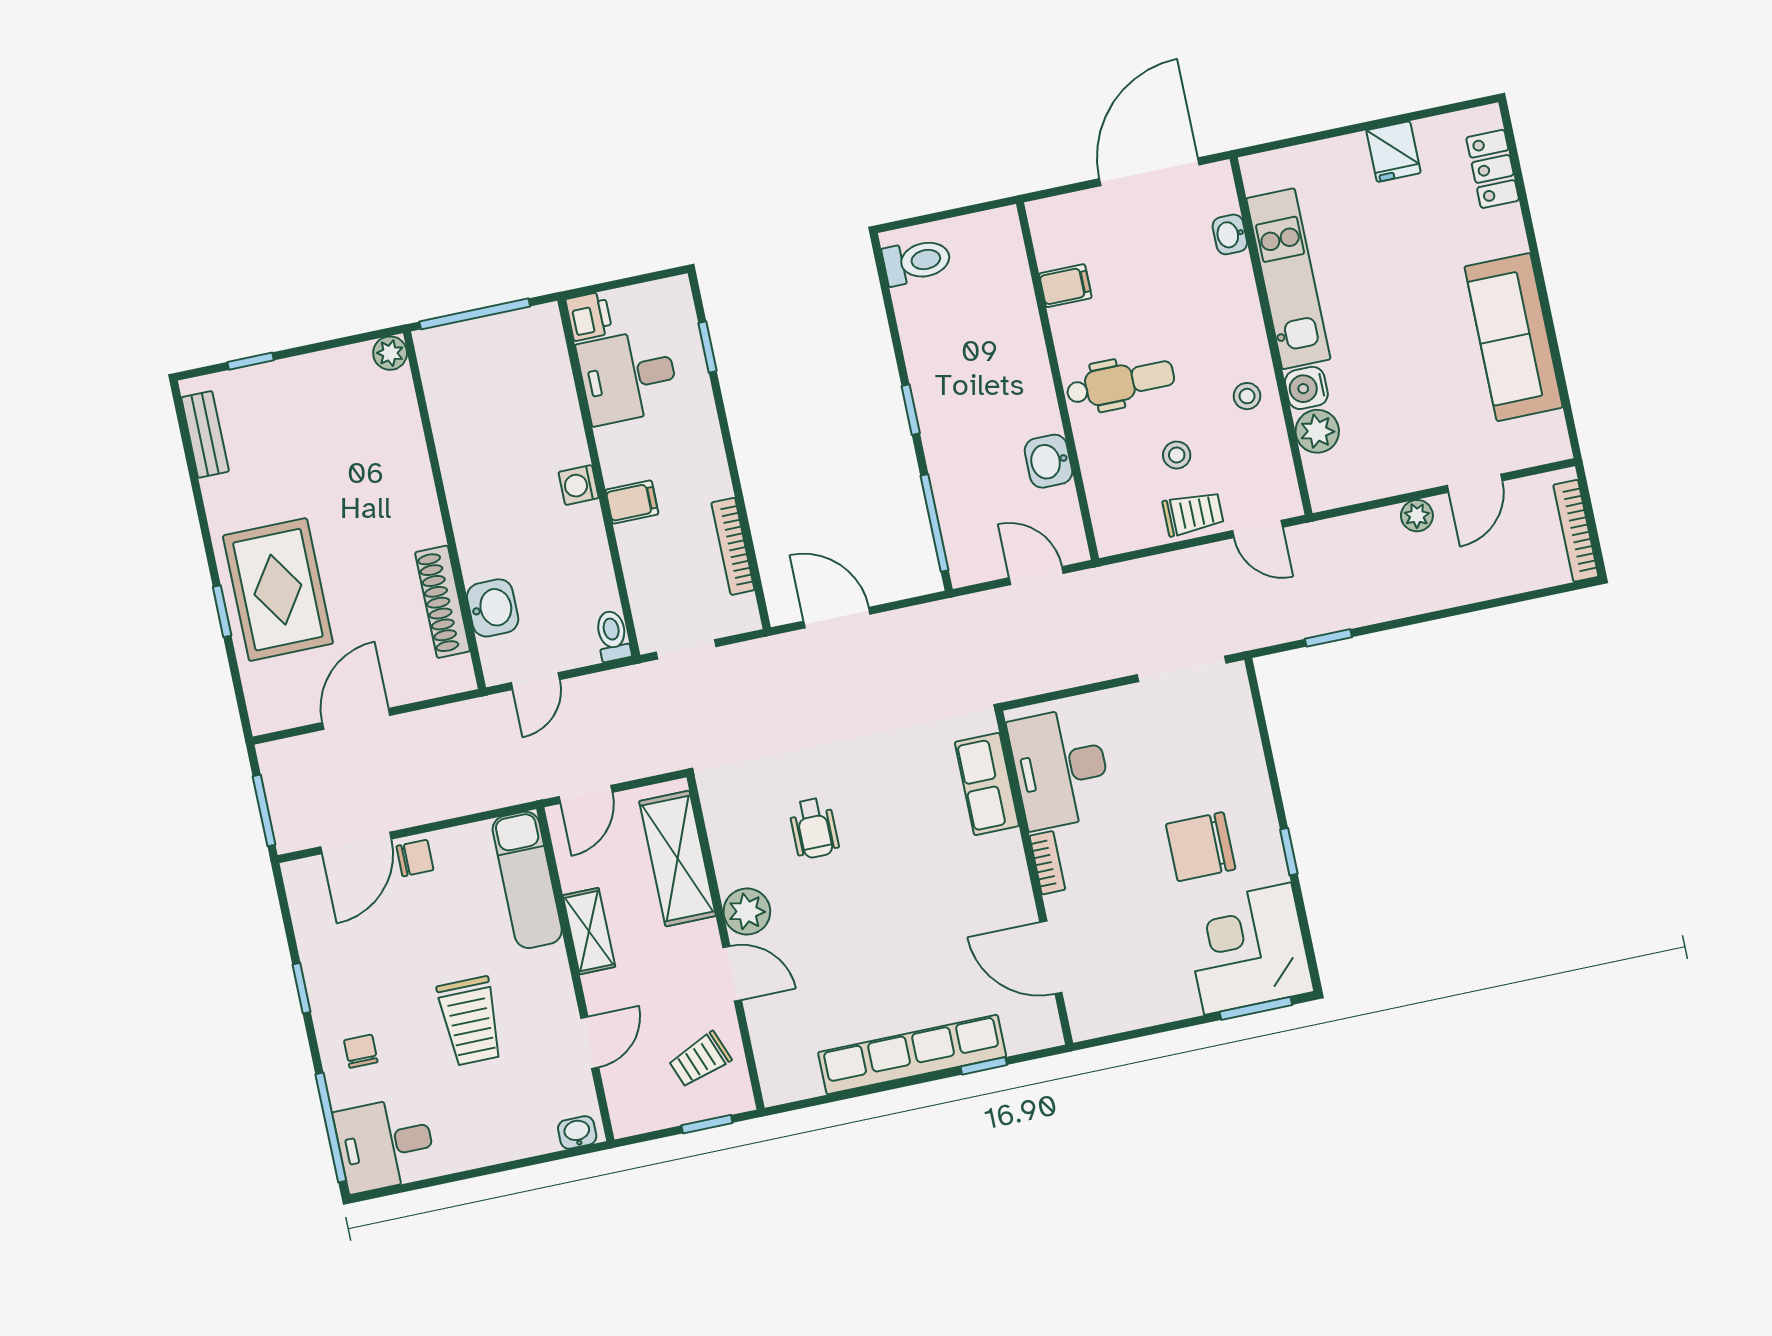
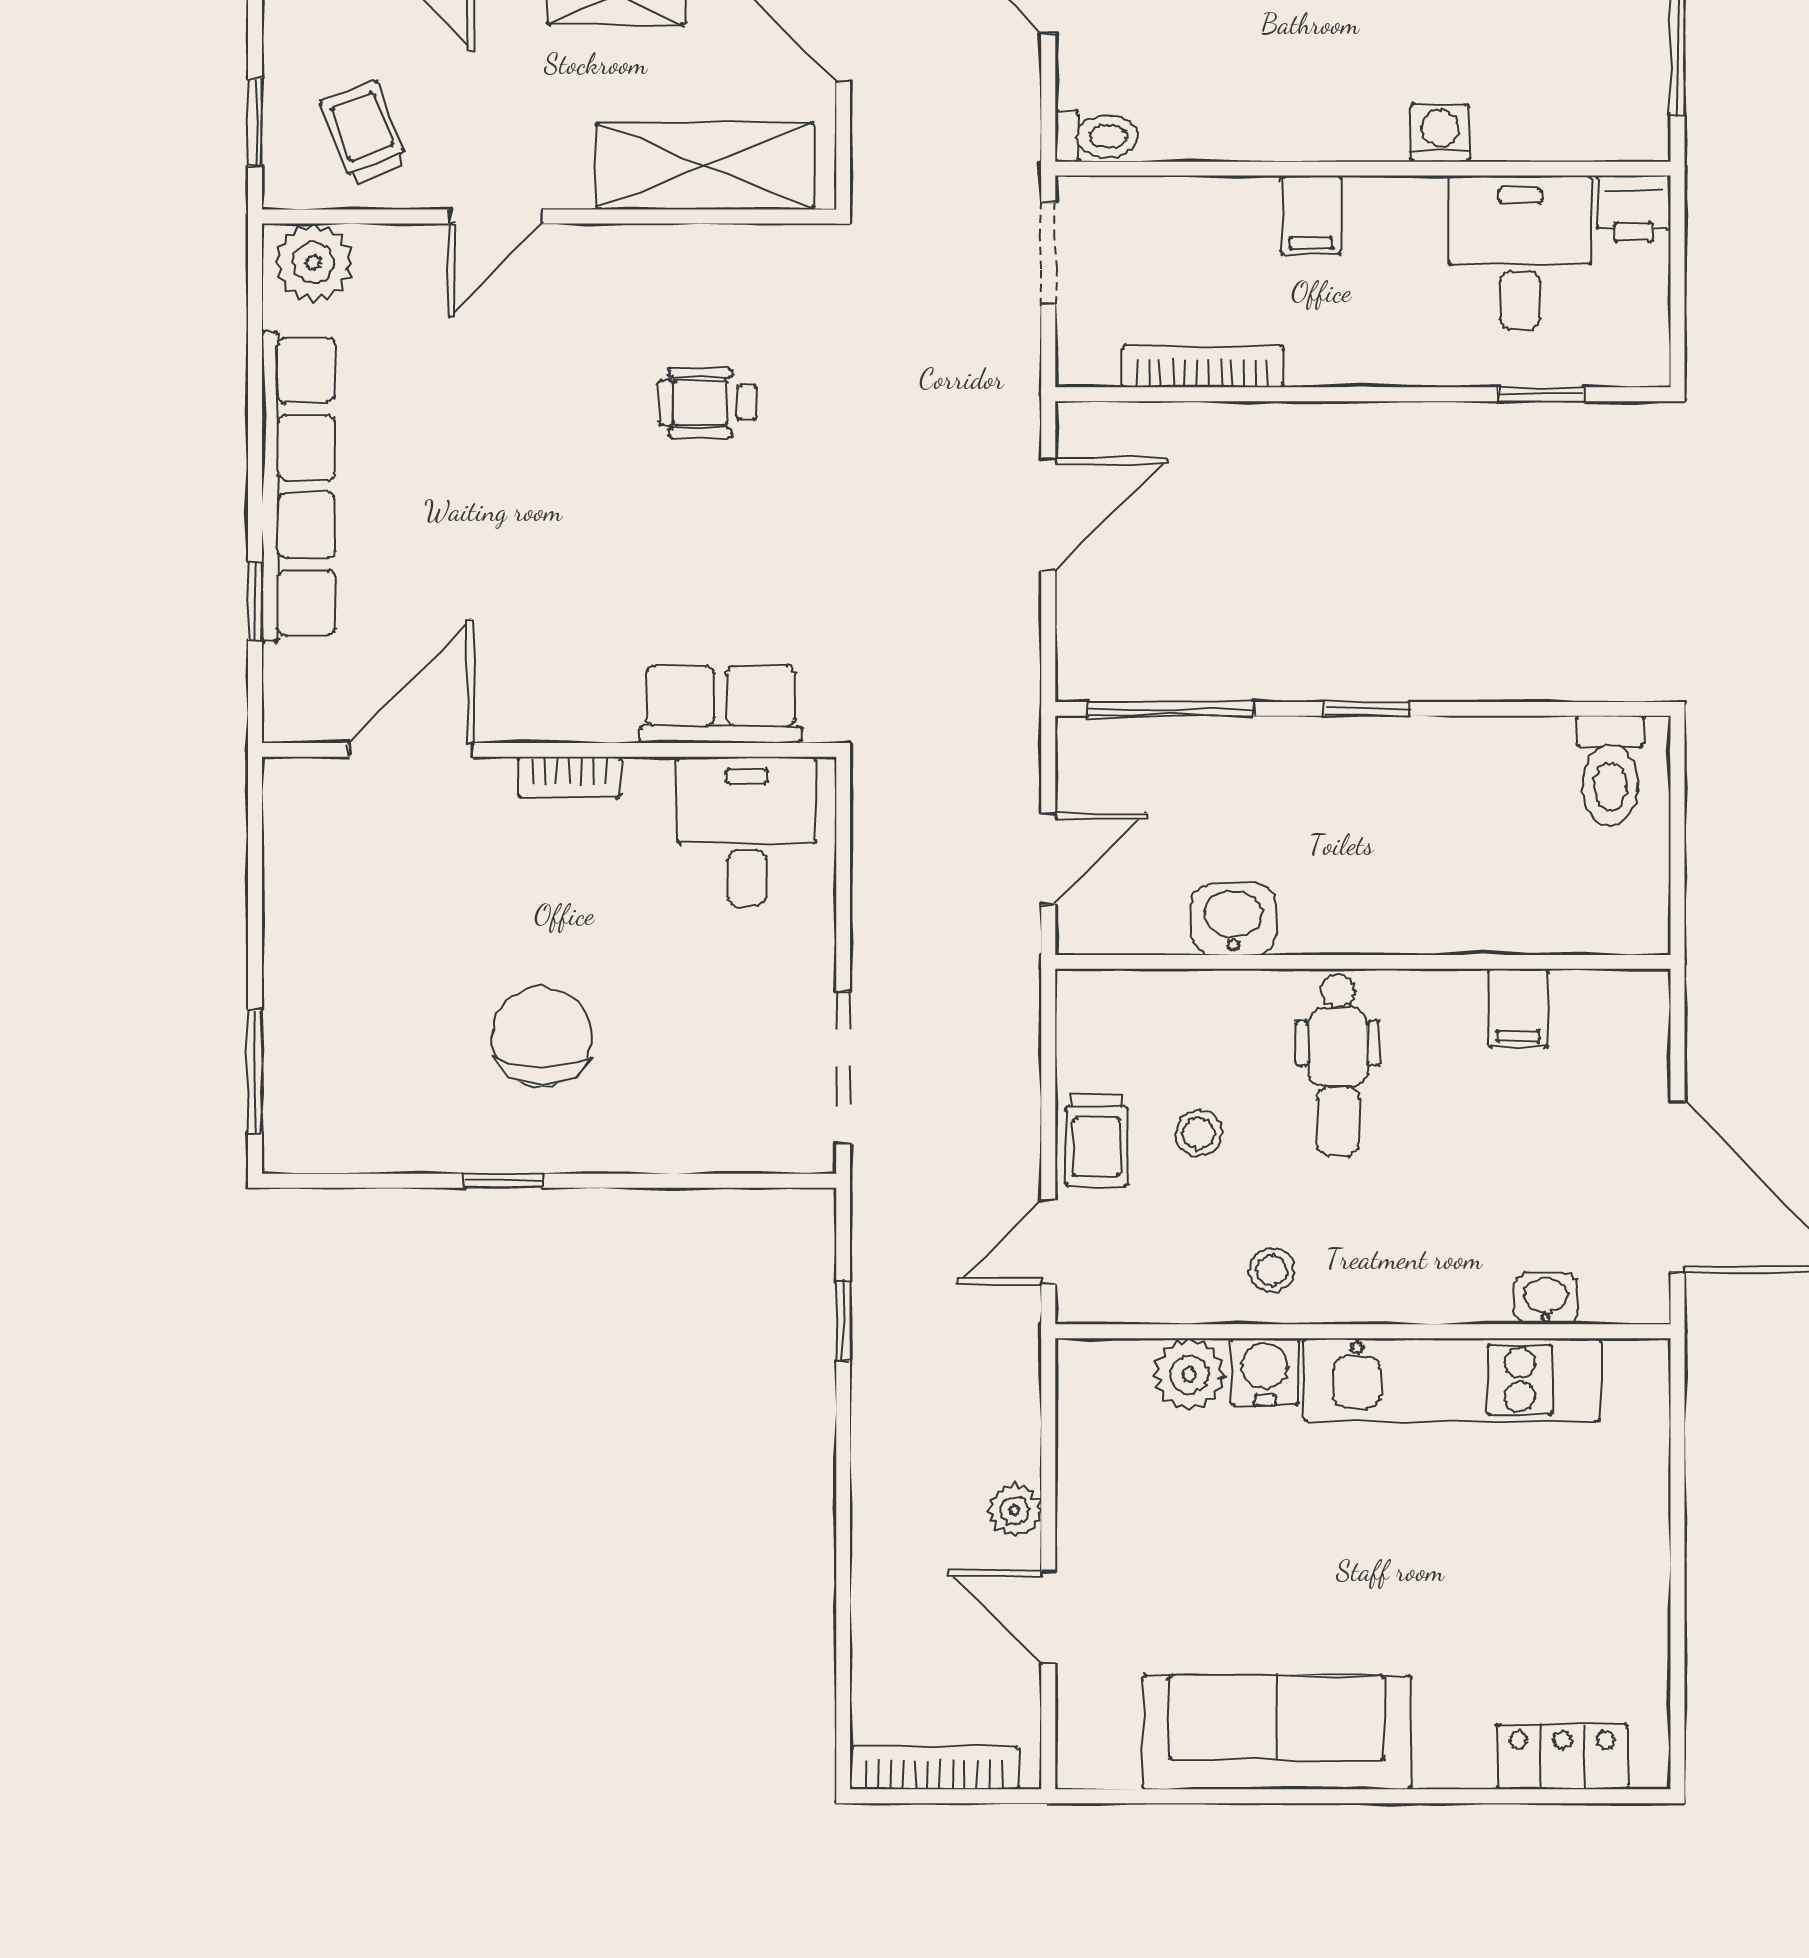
fridge: (1393, 152) -> (1626, 1598), removed
washing machine: (579, 485) -> (1440, 133), moved
desk: (1060, 768) -> (747, 832), width x0.73
plant: (747, 911) -> (314, 263), moved
corner desk: (1248, 949) -> (357, 1079), removed

